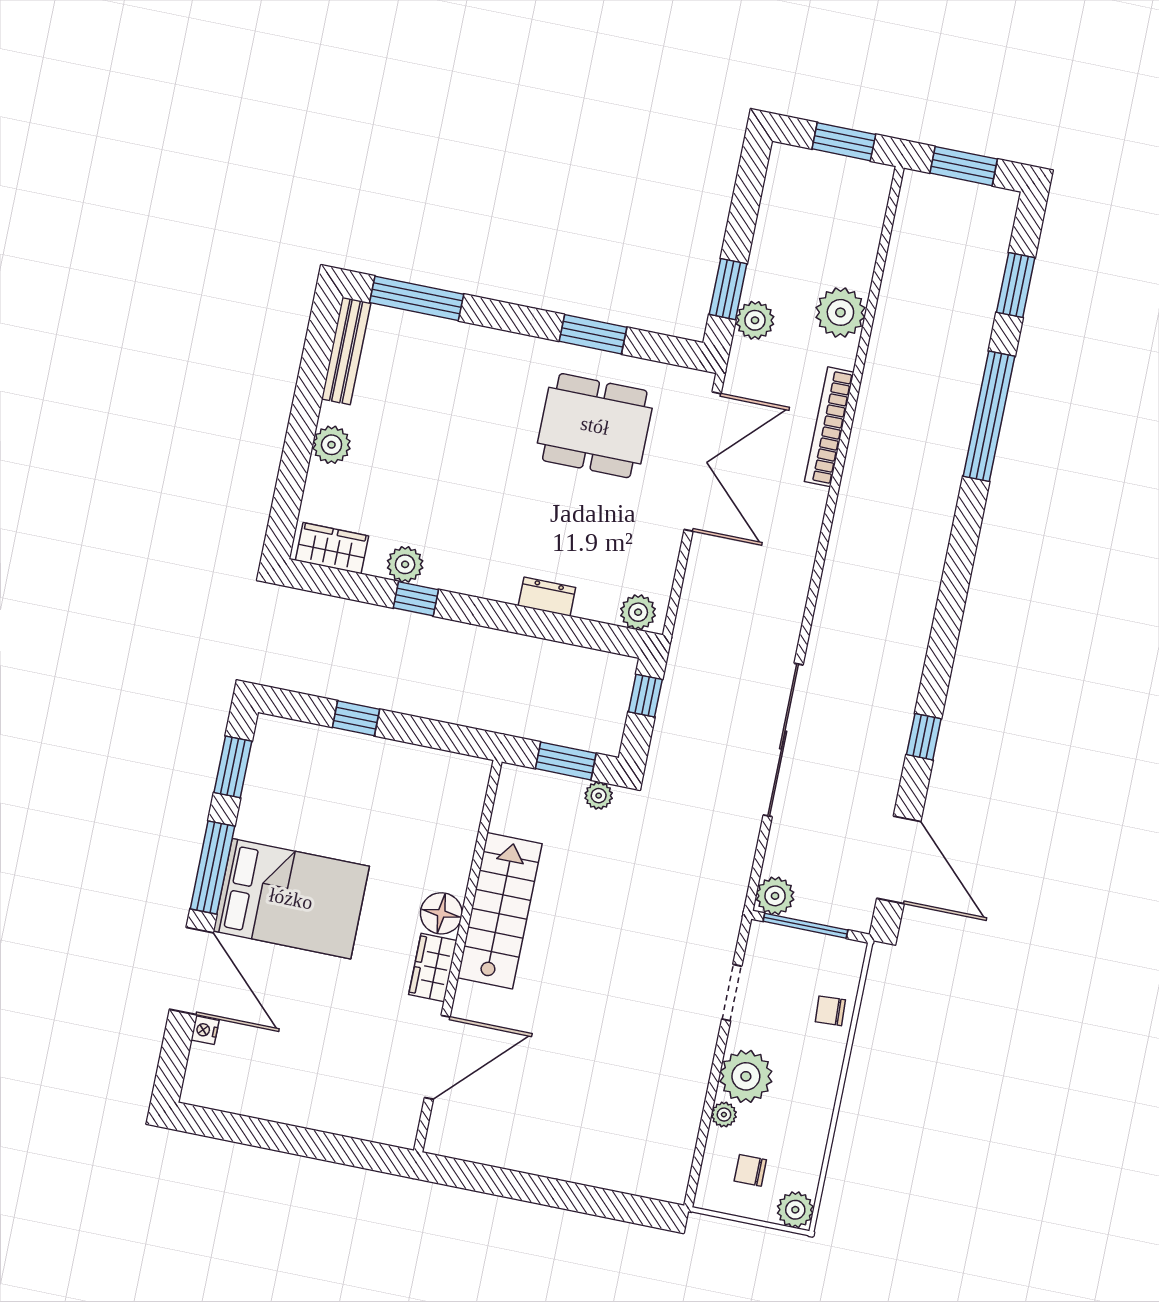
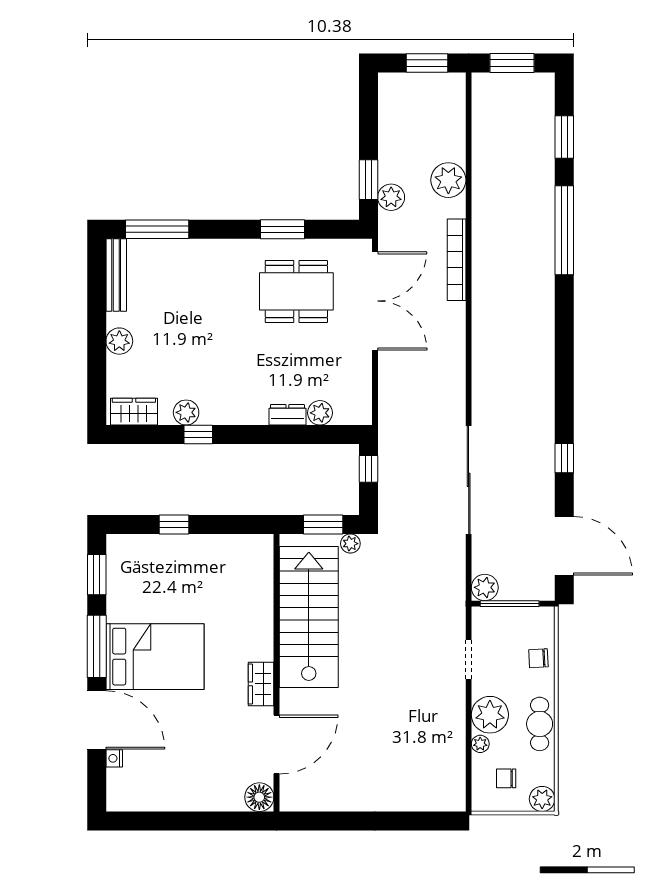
plant: (638, 612) -> (320, 413), moved
stairs: (500, 911) -> (309, 617), width x1.36, depth x1.51
floor lamp: (441, 913) -> (259, 797), moved
cafe table: (813, 1104) -> (540, 724), added

